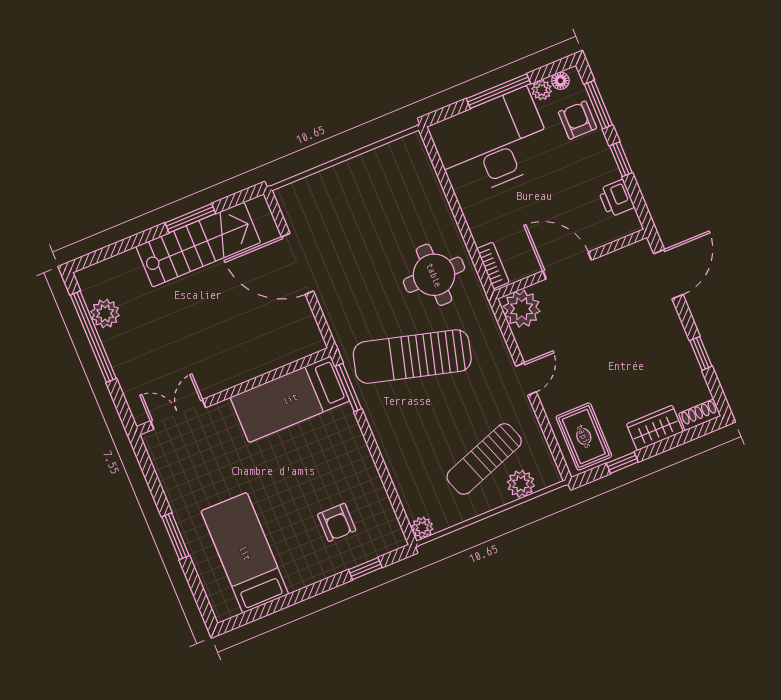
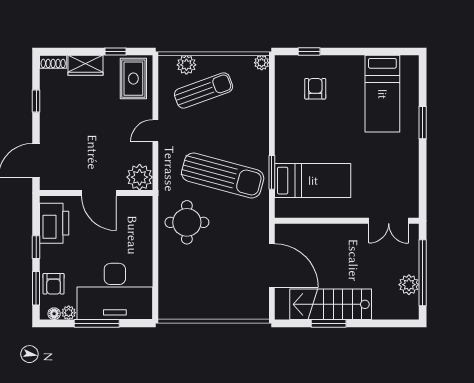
printer: (616, 198) -> (54, 223), width x1.87, depth x1.48
bookcase: (493, 265) -> (146, 213), removed
wall: (234, 391) -> (347, 221), moved
double door: (178, 414) -> (389, 221), moved

